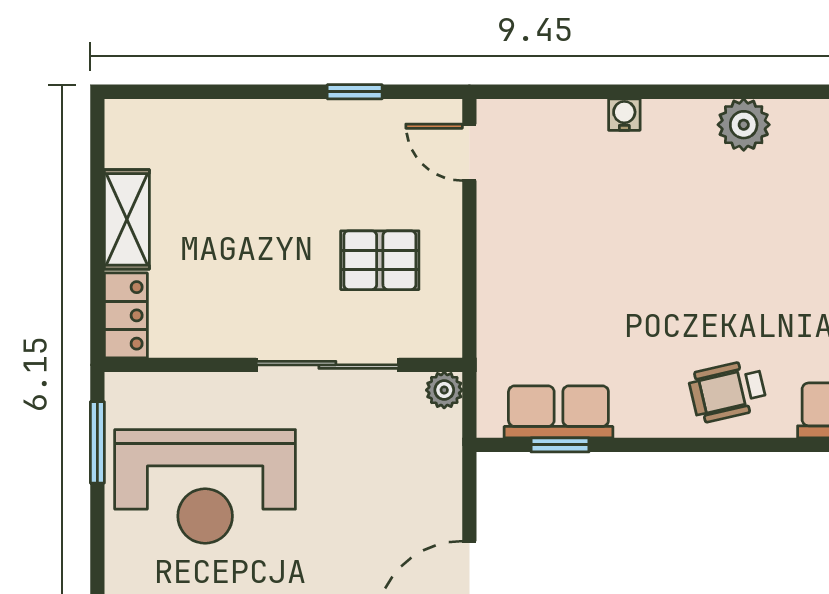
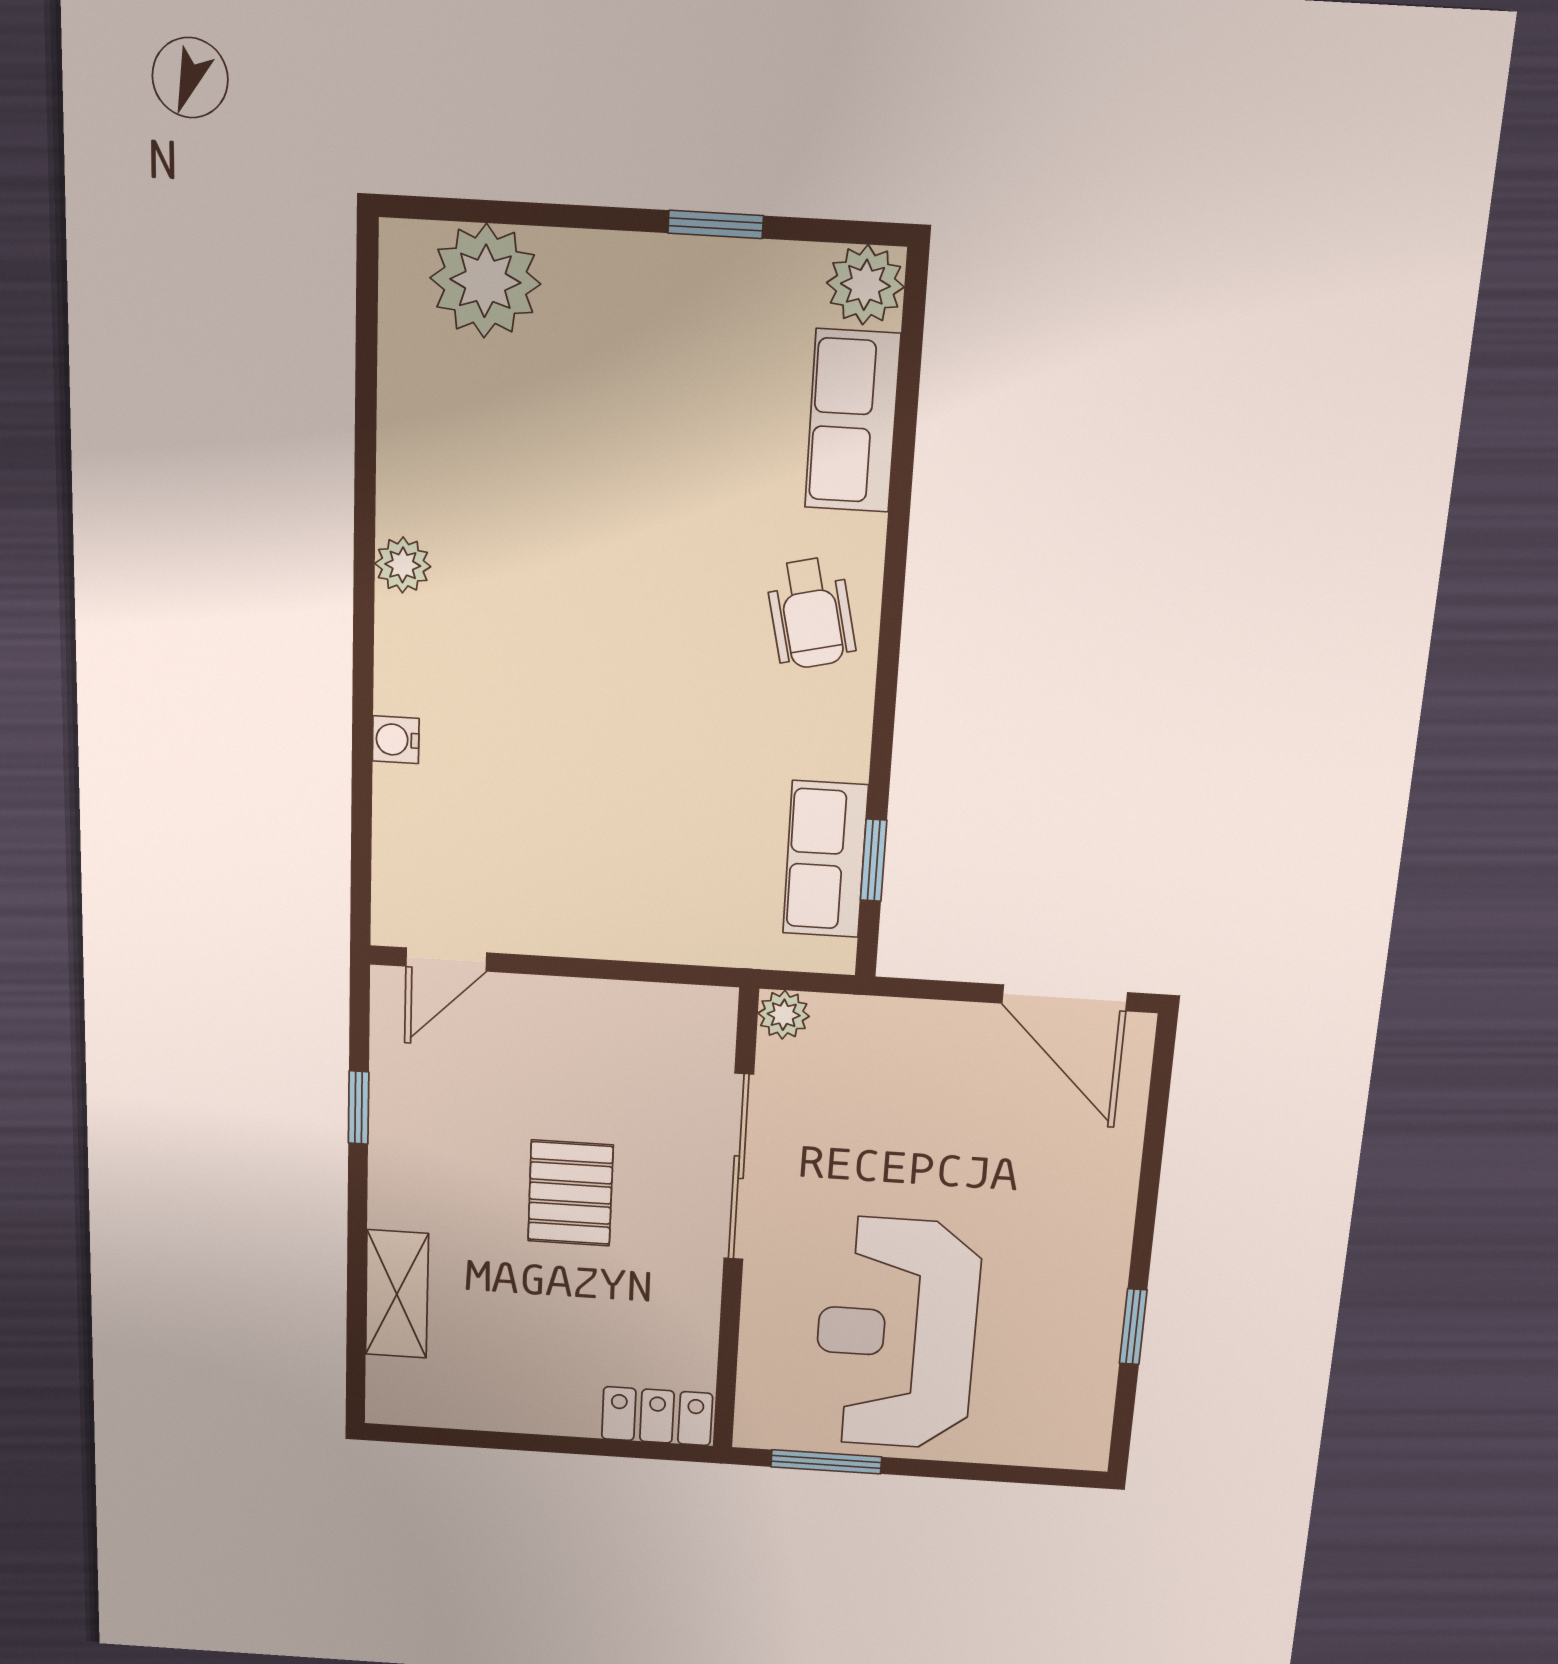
plant: (744, 125) -> (403, 565), width x0.73, depth x0.73
shelving: (127, 219) -> (397, 1294), moved, turned 90
pallet: (380, 260) -> (570, 1193), moved
reception desk: (205, 486) -> (896, 1334), turned 180

